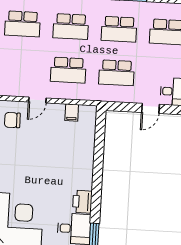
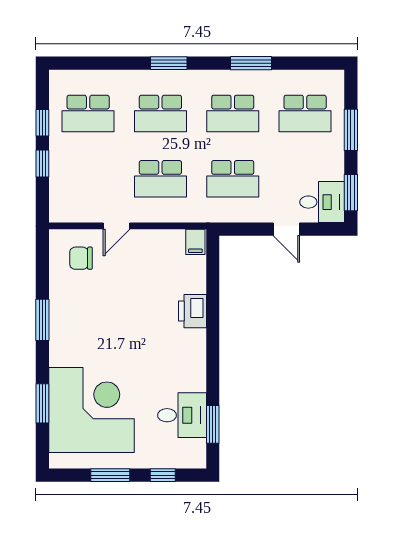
door: (150, 108) -> (286, 229), hinge flipped
filing cabinet: (72, 113) -> (195, 242), moved
printer: (82, 202) -> (192, 311), moved

